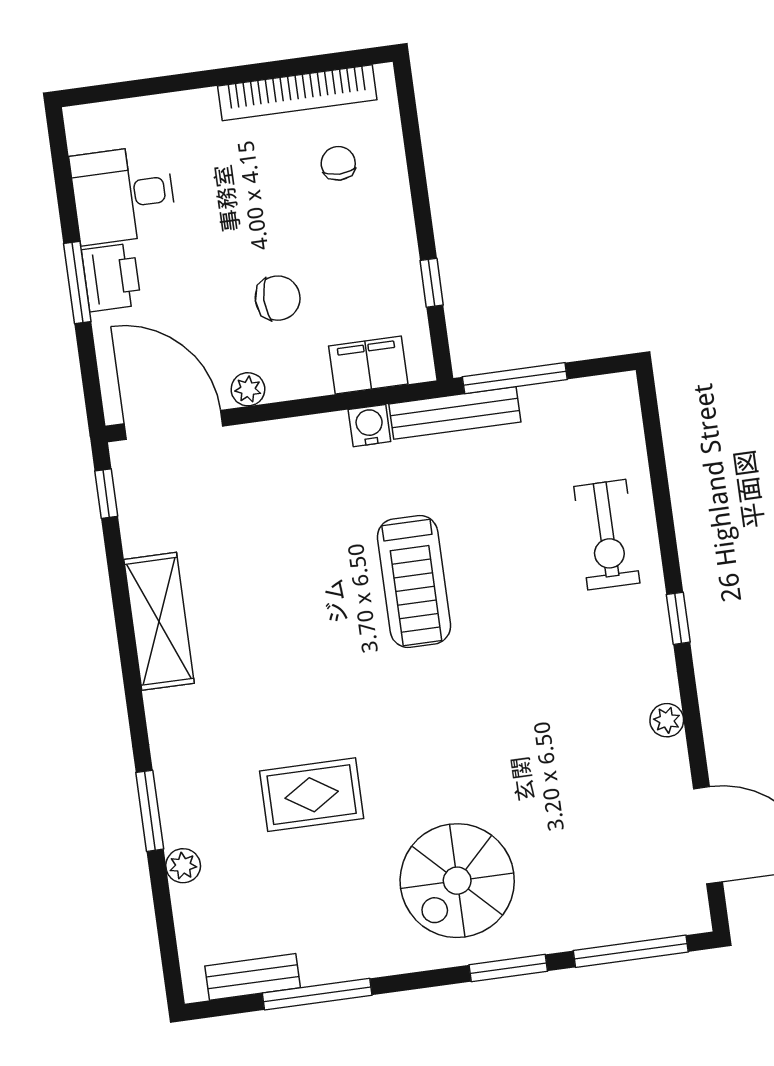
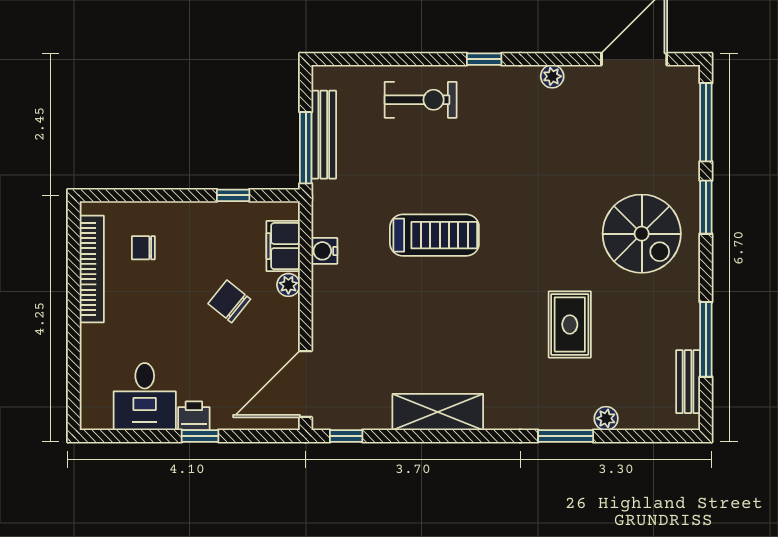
printer: (111, 277) -> (194, 416), width x0.73, depth x0.81
window: (77, 283) -> (200, 436), width x0.67
chair: (278, 298) -> (229, 301), turned -51
plant: (248, 389) -> (288, 285), moved
bench: (455, 413) -> (324, 135), moved

